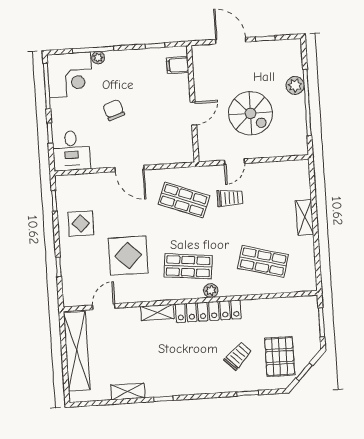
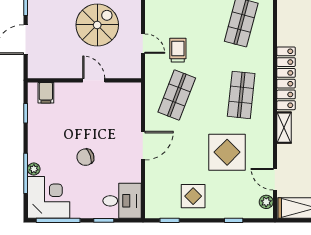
plant: (211, 291) -> (266, 202), moved

